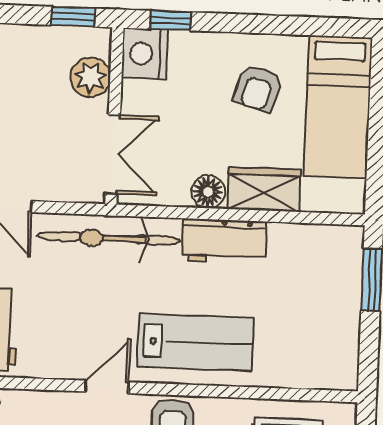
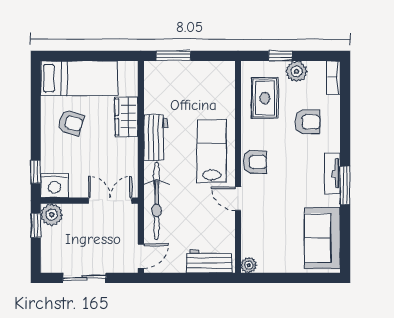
plant: (91, 77) -> (52, 215), moved
floor lamp: (208, 192) -> (129, 148), removed

